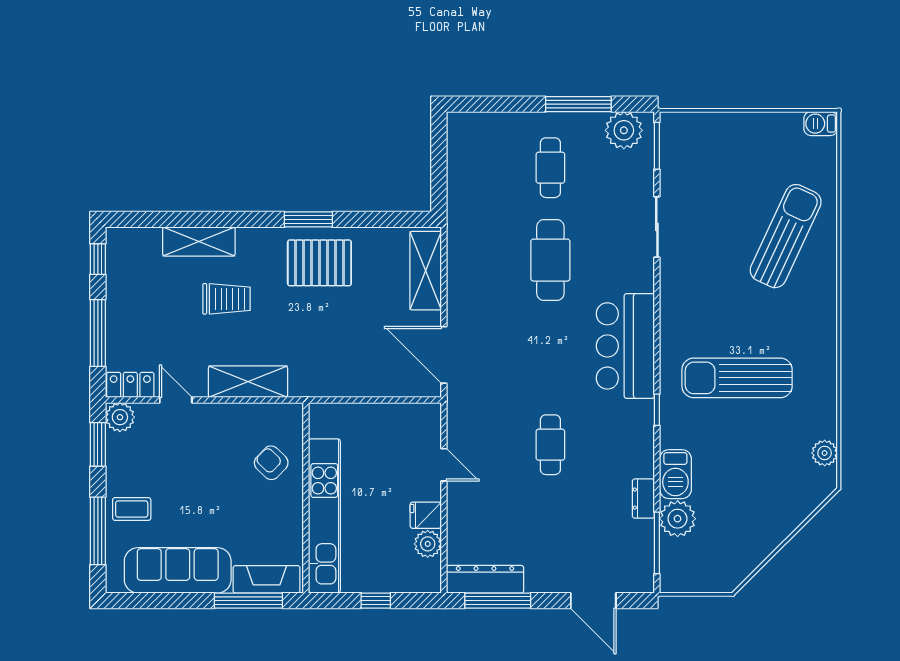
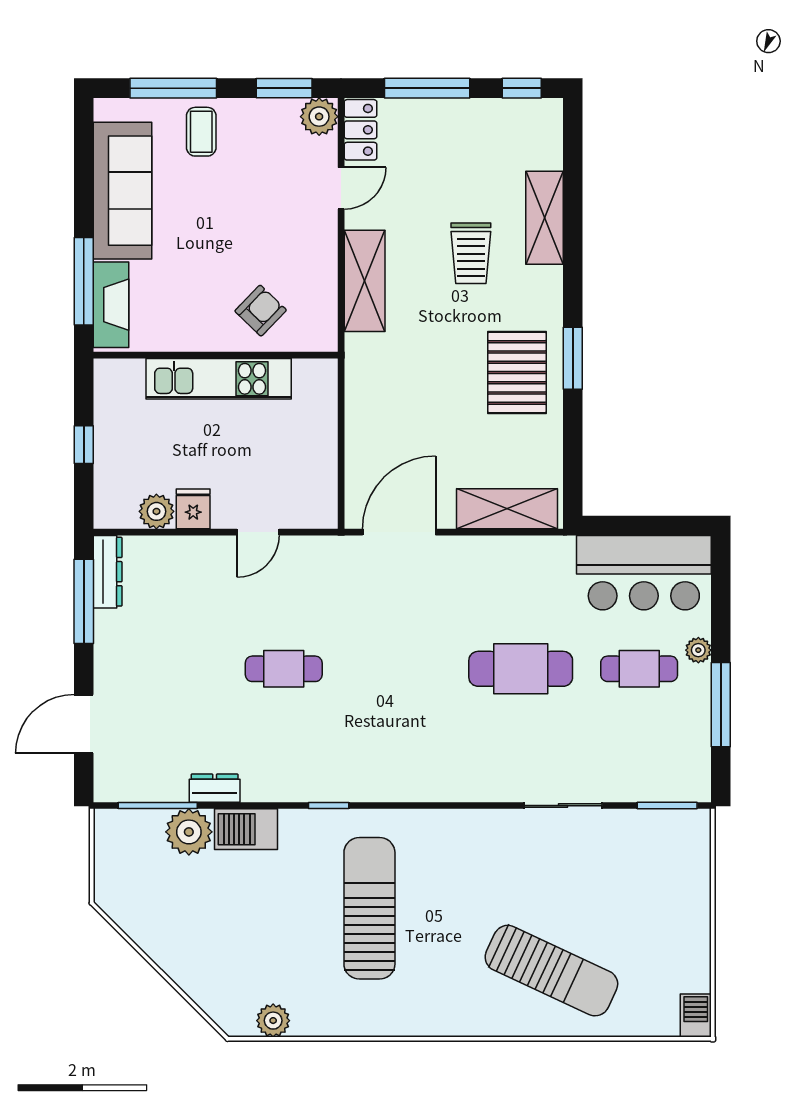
plant: (624, 130) -> (698, 650), moved, width x0.53, depth x0.53
bar counter: (625, 346) -> (644, 573), moved, turned 180
kitchen unit: (324, 516) -> (219, 379), width x0.73
dresser: (485, 579) -> (108, 572), width x0.73, depth x0.80

